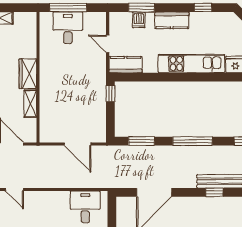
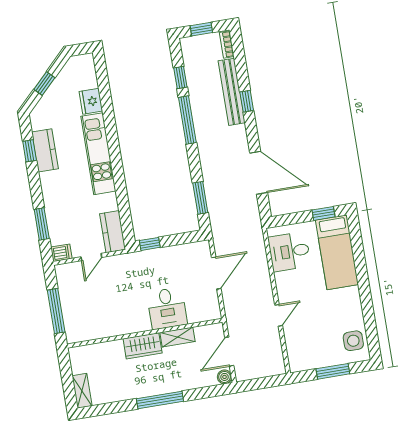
dishwasher: (139, 20) -> (61, 253), moved
kitchen counter: (172, 20) -> (45, 150), moved
desk: (68, 28) -> (167, 308), moved, turned -90
window: (193, 141) -> (187, 120), moved
door: (14, 189) -> (279, 315), moved

